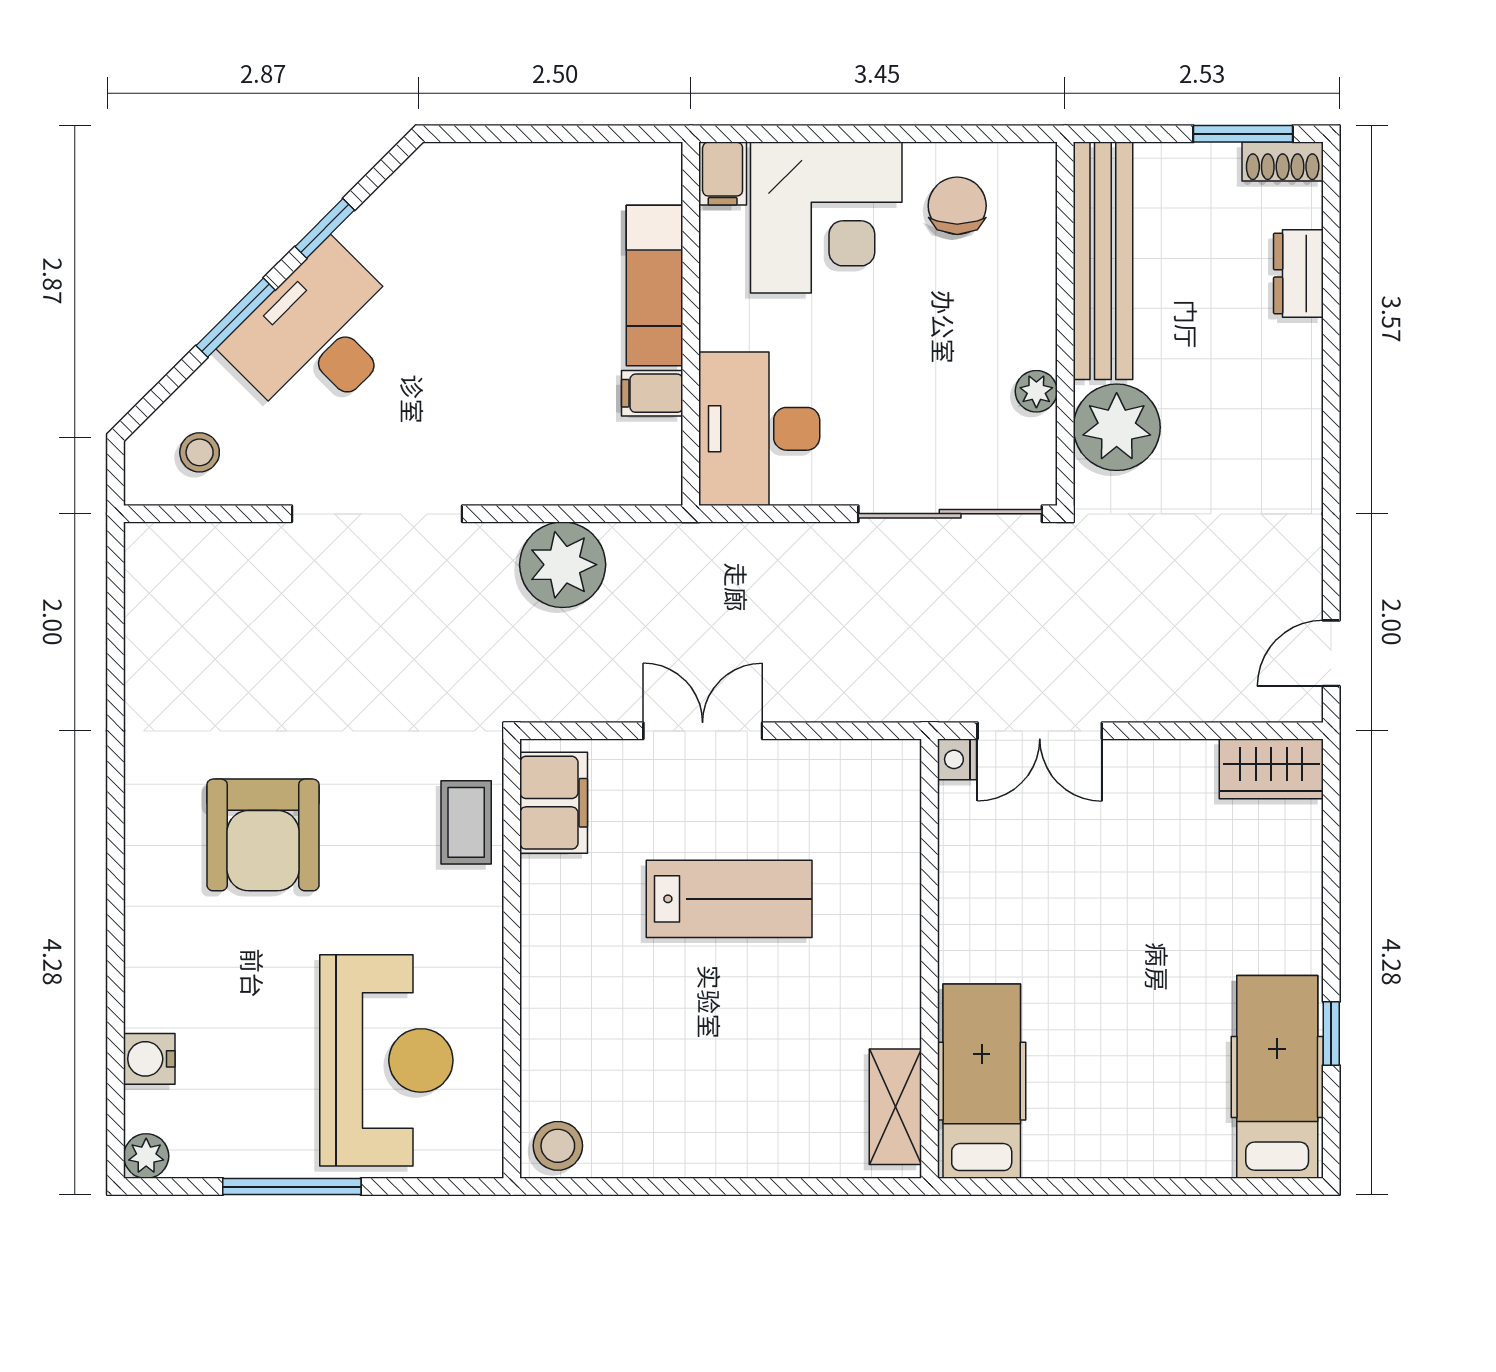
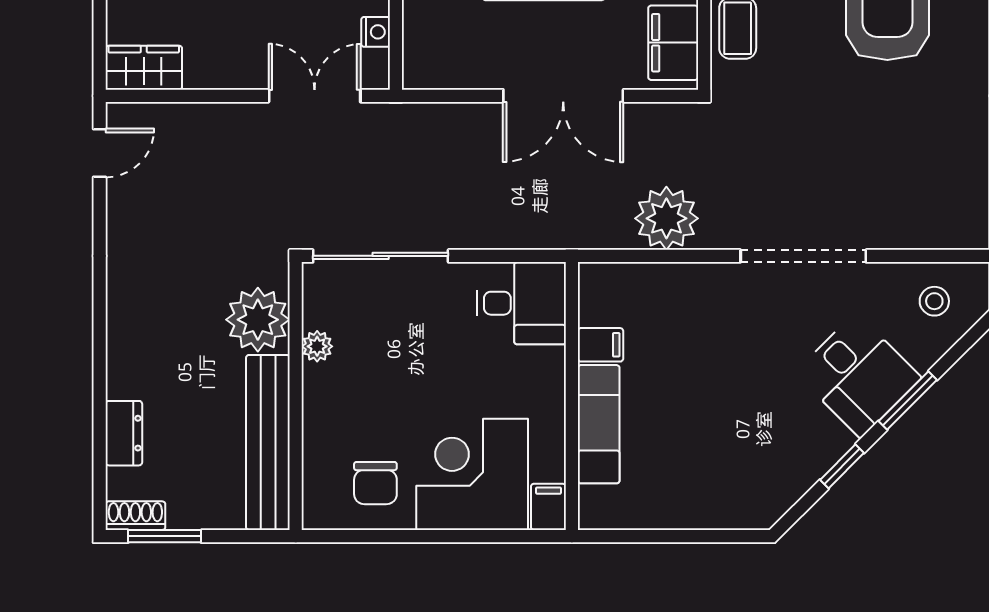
desk: (318, 336) -> (858, 375), width x0.73
desk: (759, 429) -> (521, 303), width x0.73
double door: (703, 731) -> (563, 96), width x1.37
nightstand: (957, 759) -> (376, 32), moved

